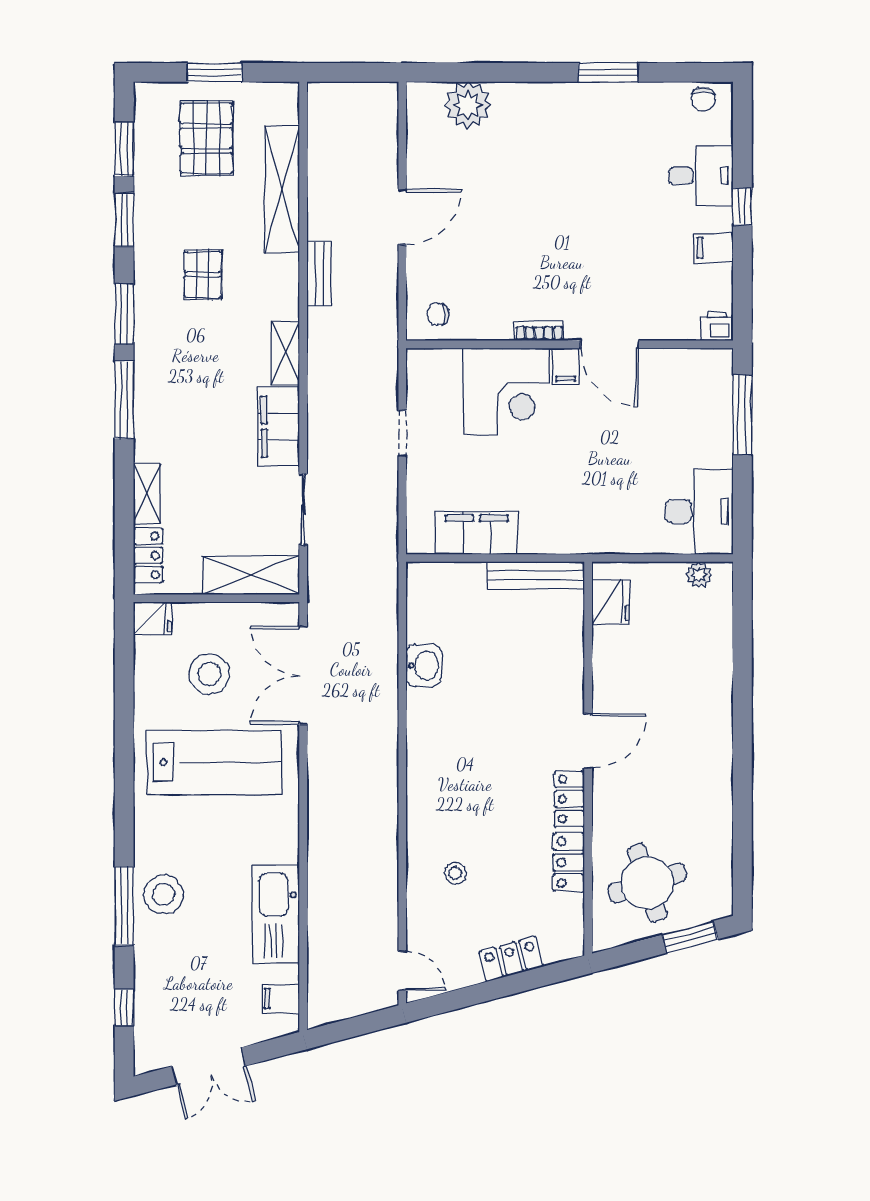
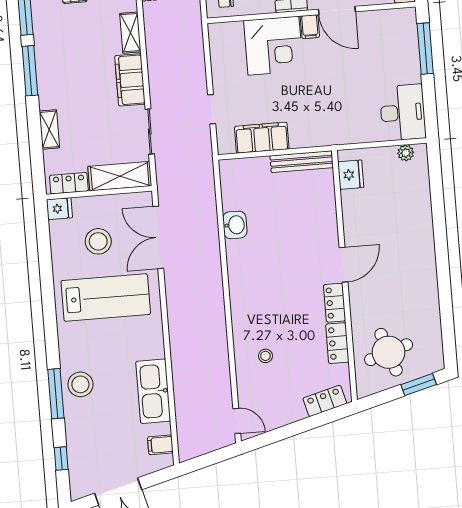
doorway: (402, 434) -> (212, 109), moved
locker: (148, 555) -> (69, 183), moved, turned -90
locker: (511, 959) -> (325, 401), moved

